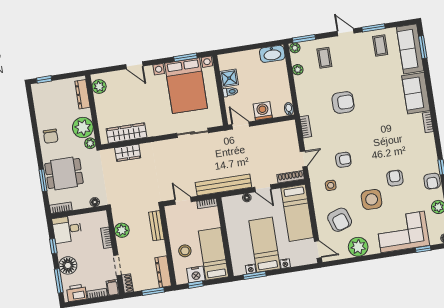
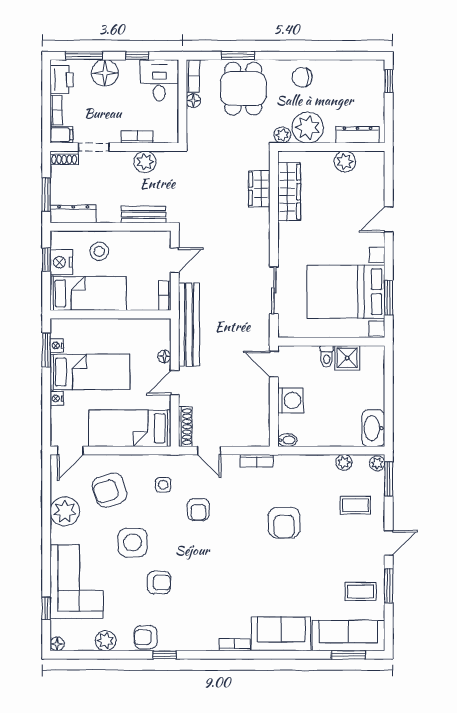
plant: (99, 86) -> (345, 162), moved
door: (241, 125) -> (274, 364), swing flipped
floor lamp: (95, 202) -> (193, 101), moved

